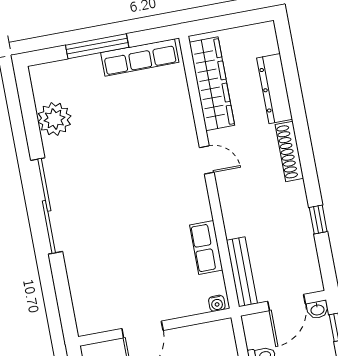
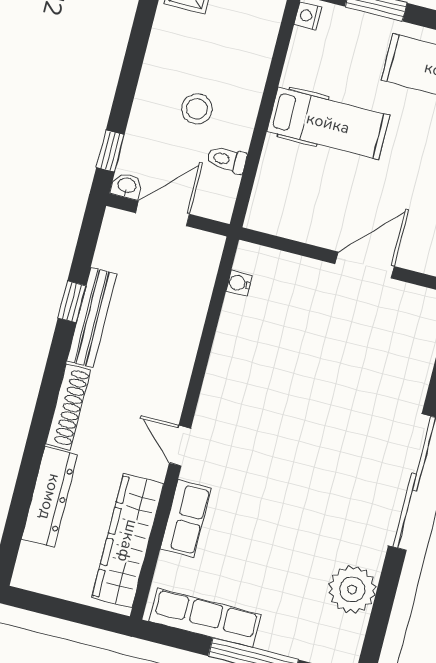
row of seats: (206, 247) -> (186, 518), moved
bench: (242, 272) -> (92, 317), moved
water cooler: (217, 303) -> (239, 283), moved, turned -90

